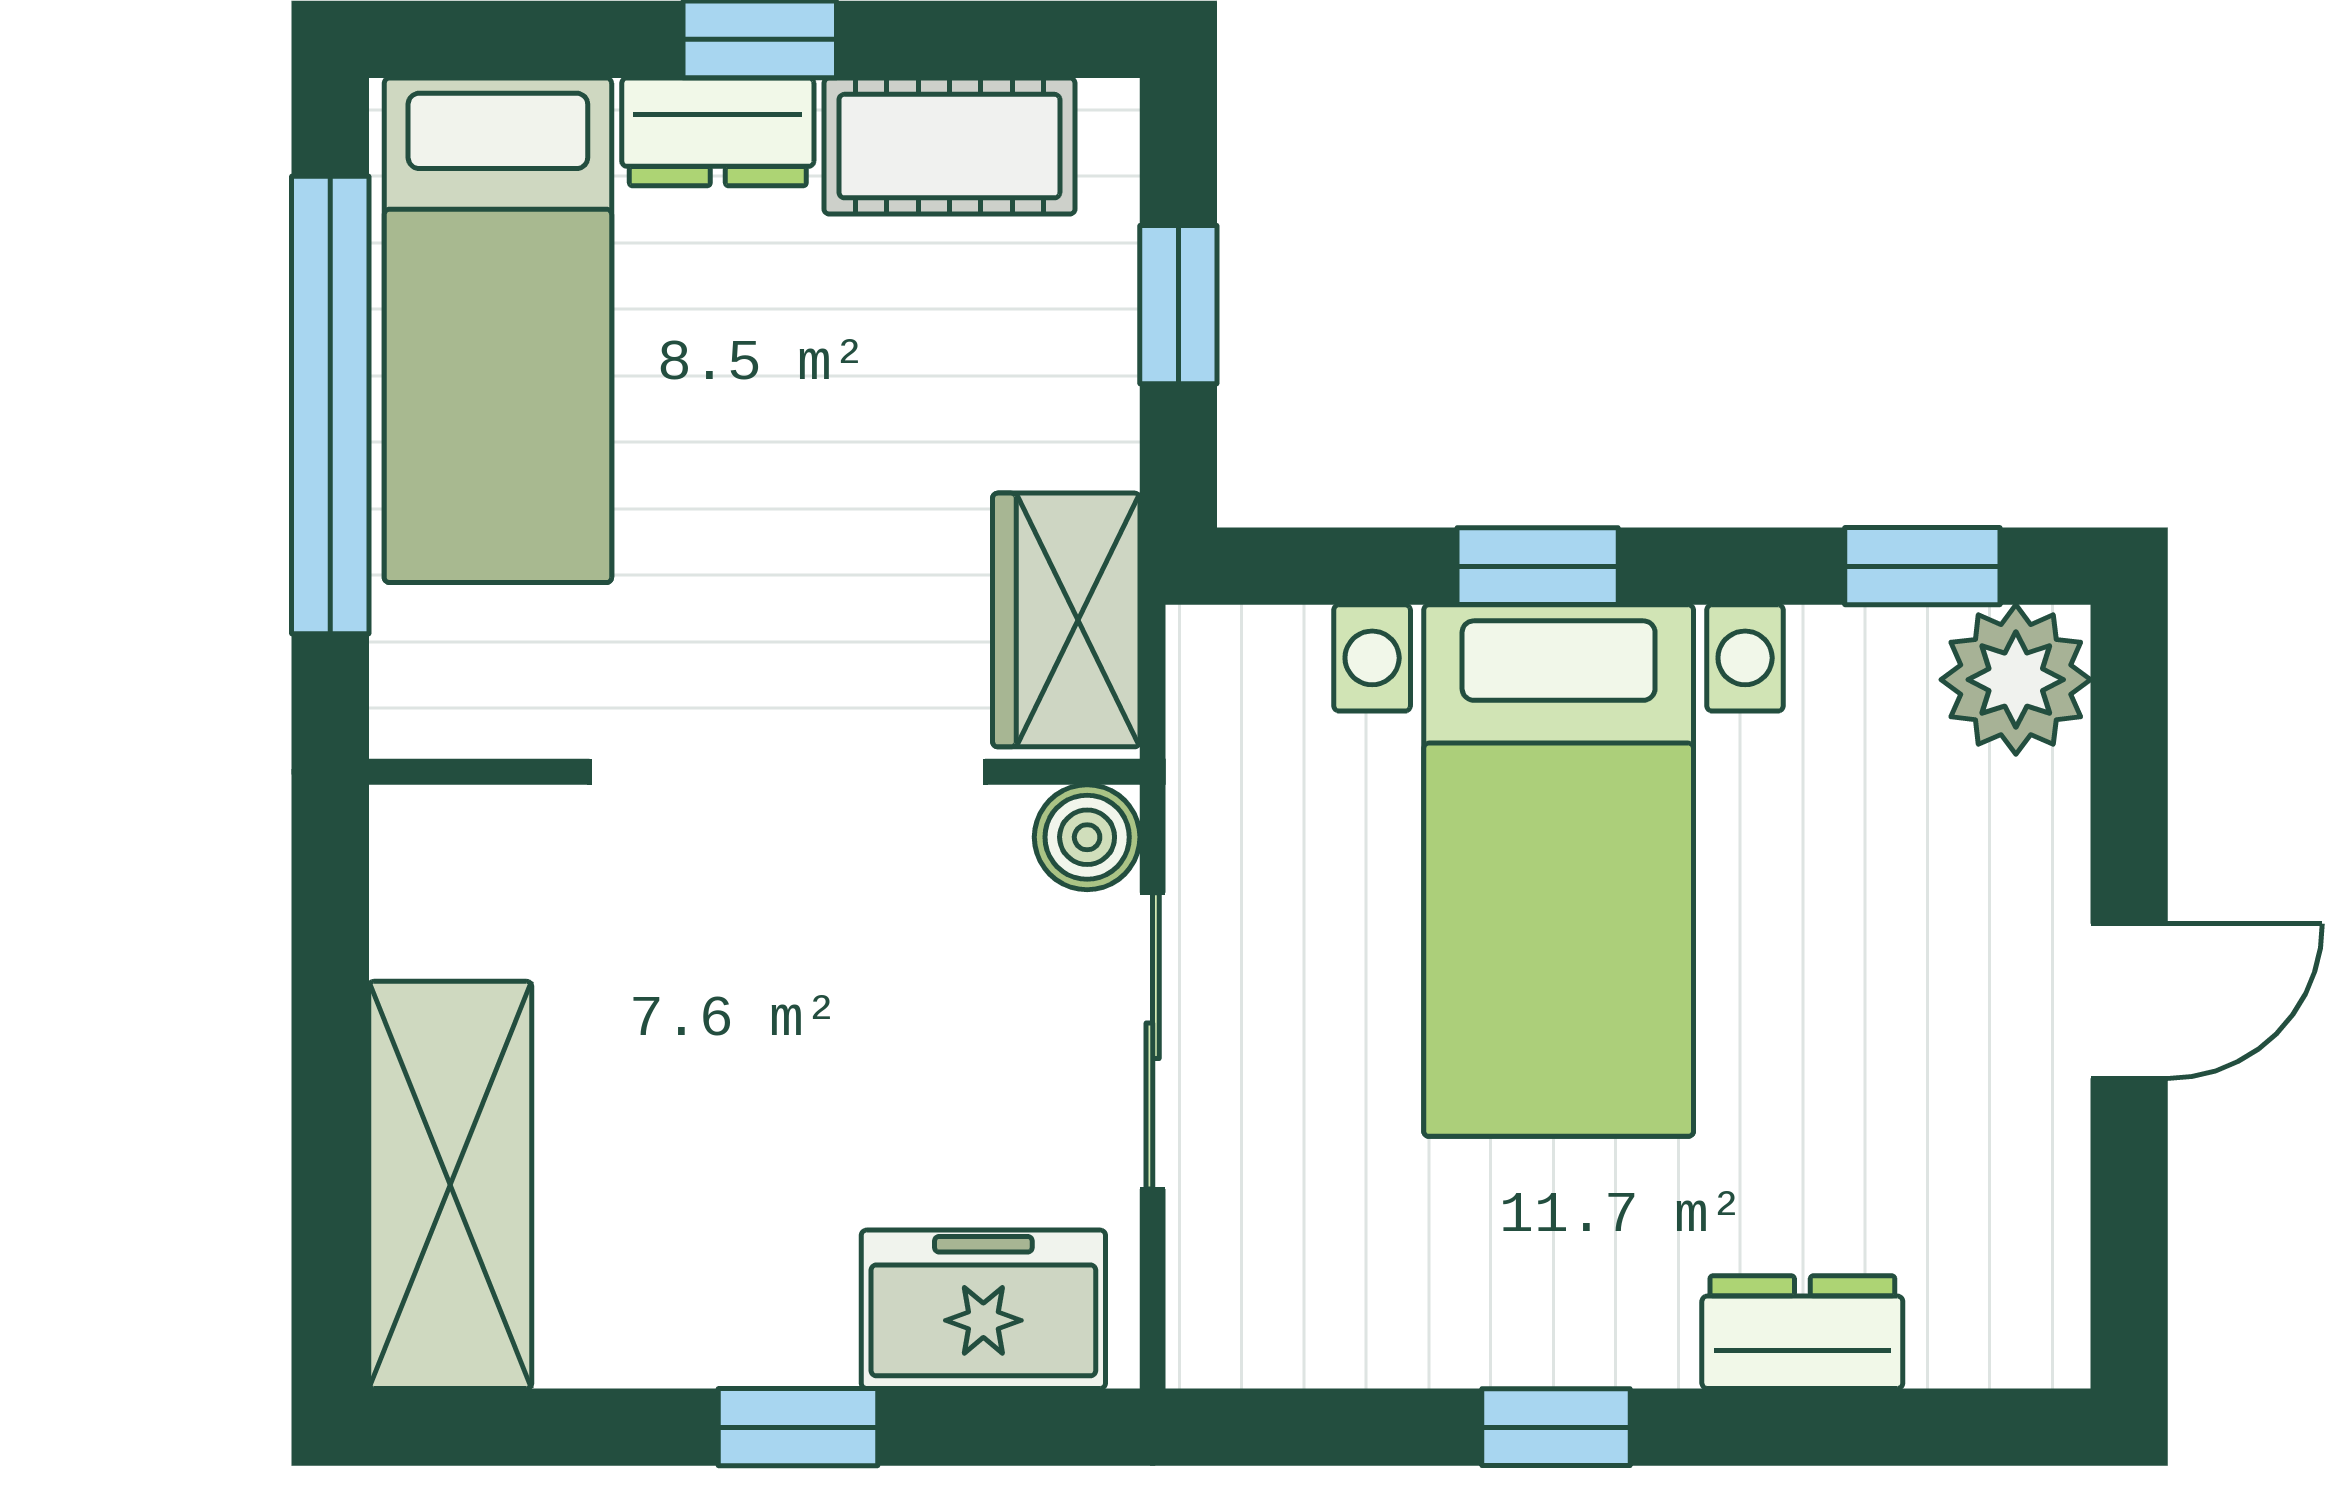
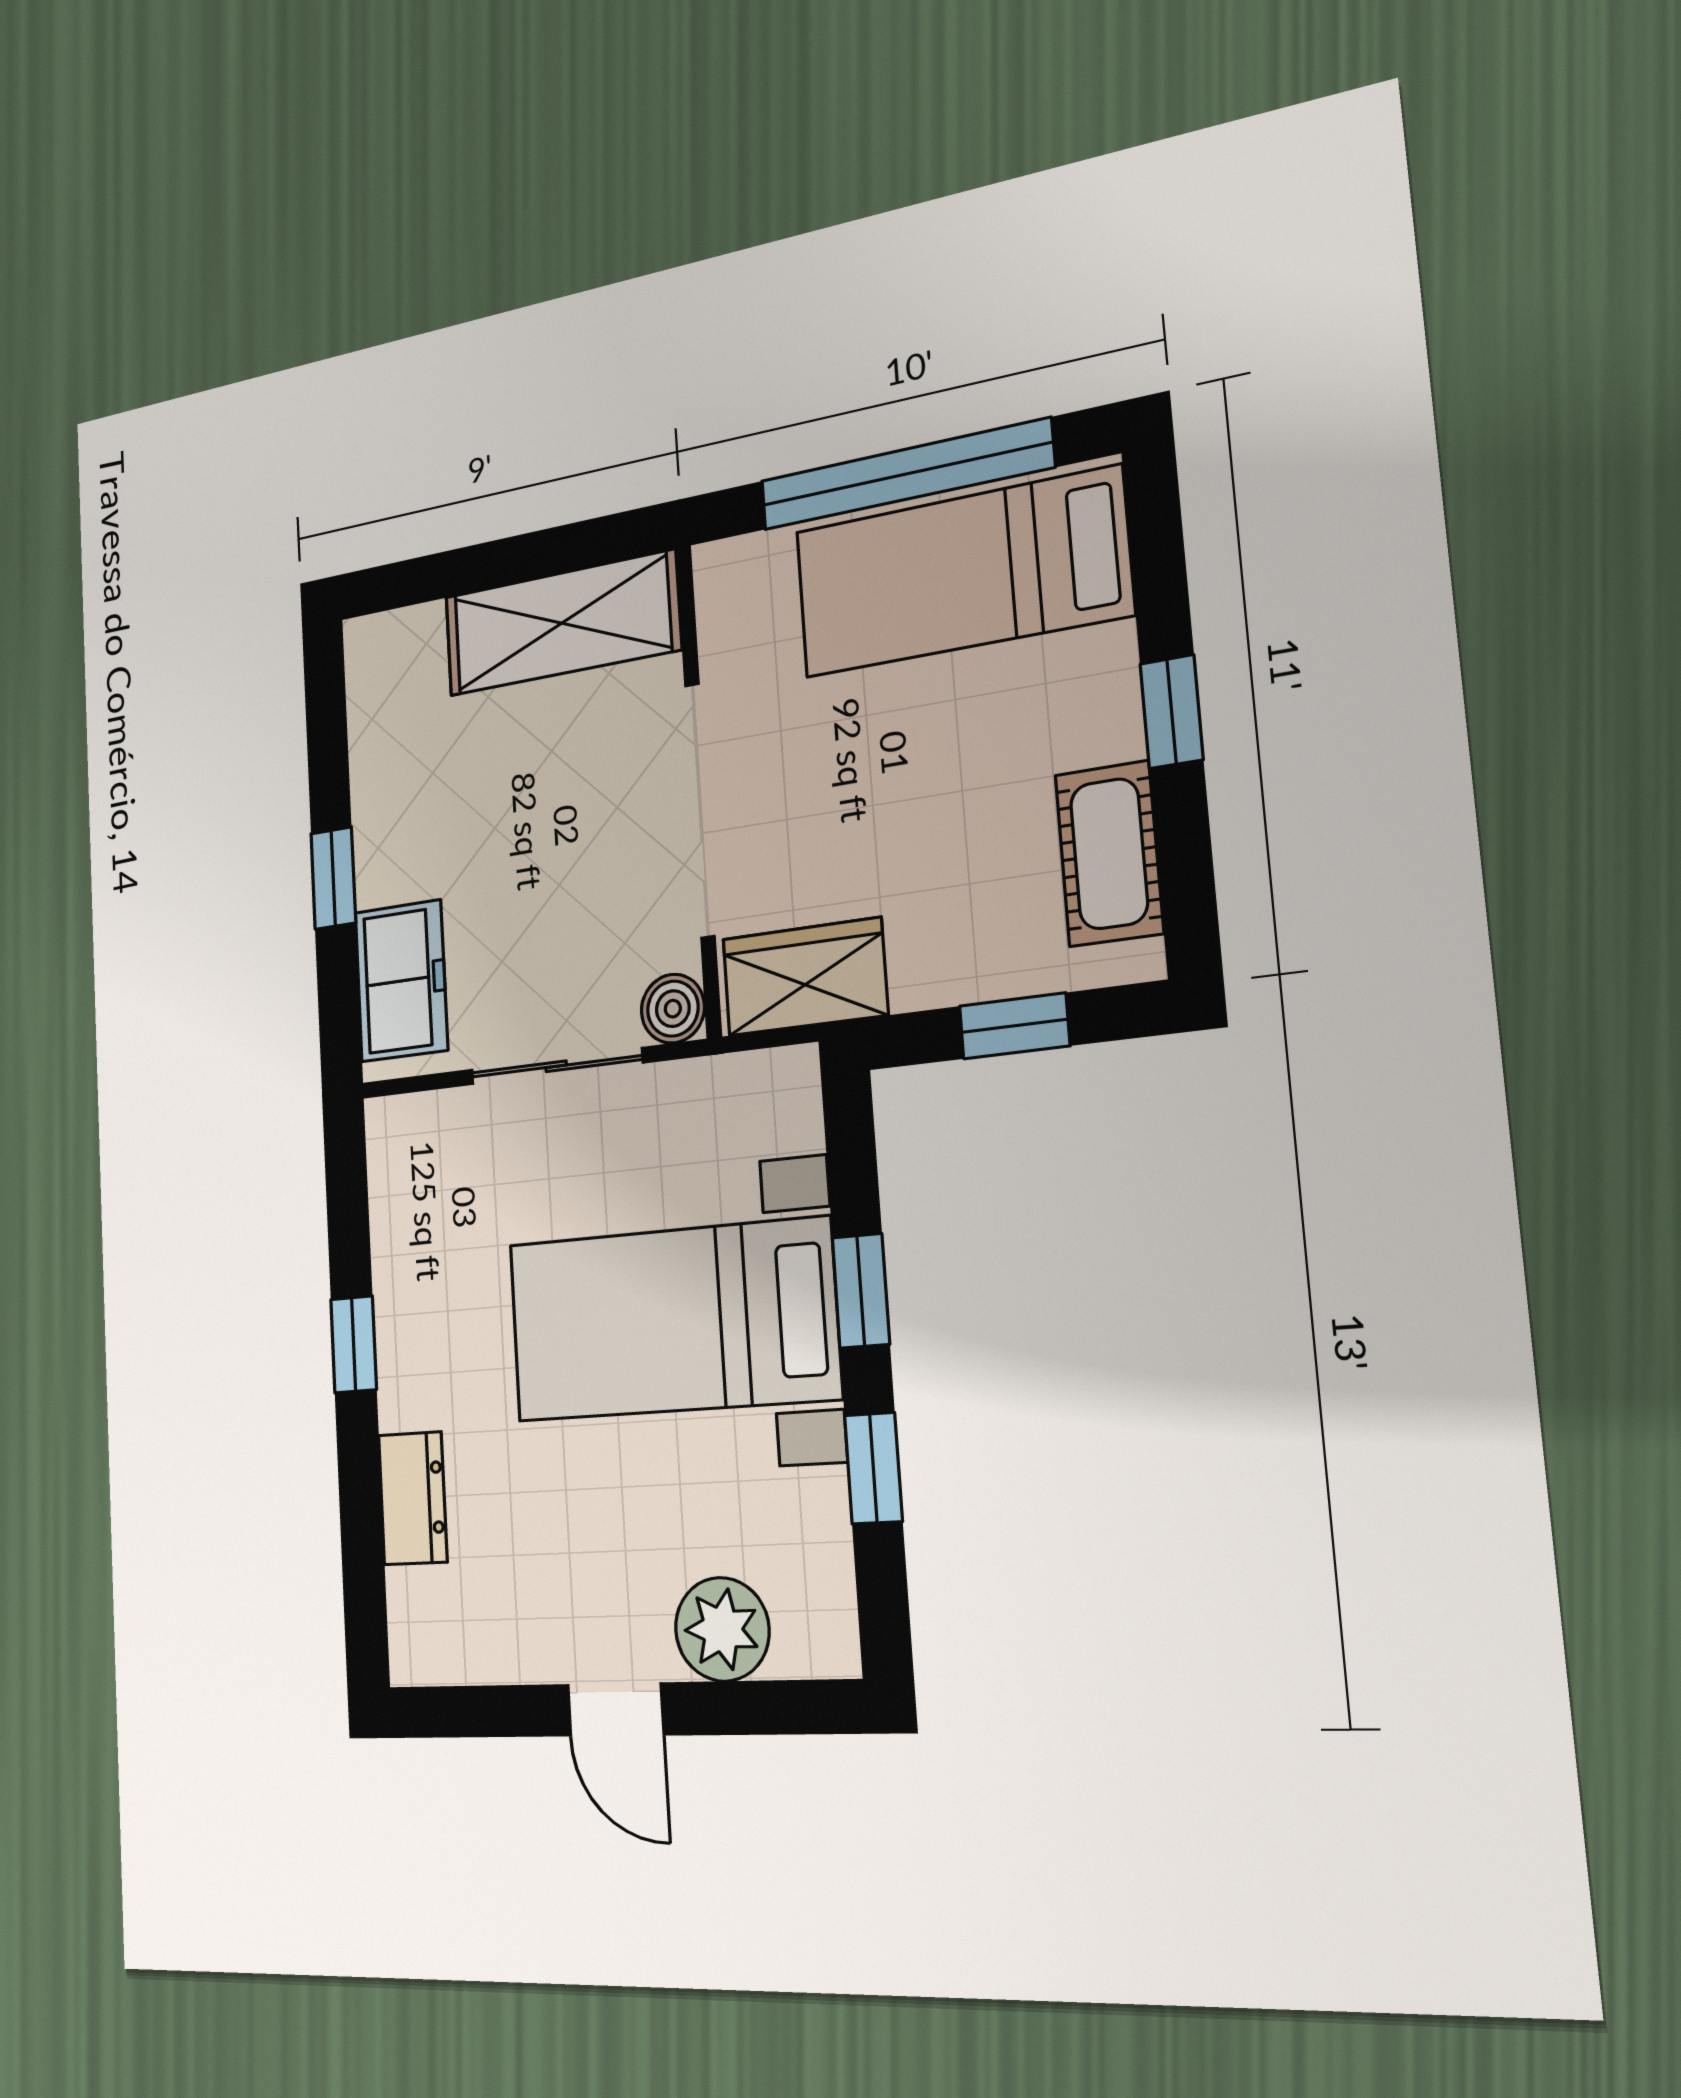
dresser: (718, 132) -> (1105, 694), removed
window: (1922, 566) -> (873, 1468), moved
plant: (2016, 680) -> (722, 1629), moved
shelving: (450, 1185) -> (562, 623), moved

